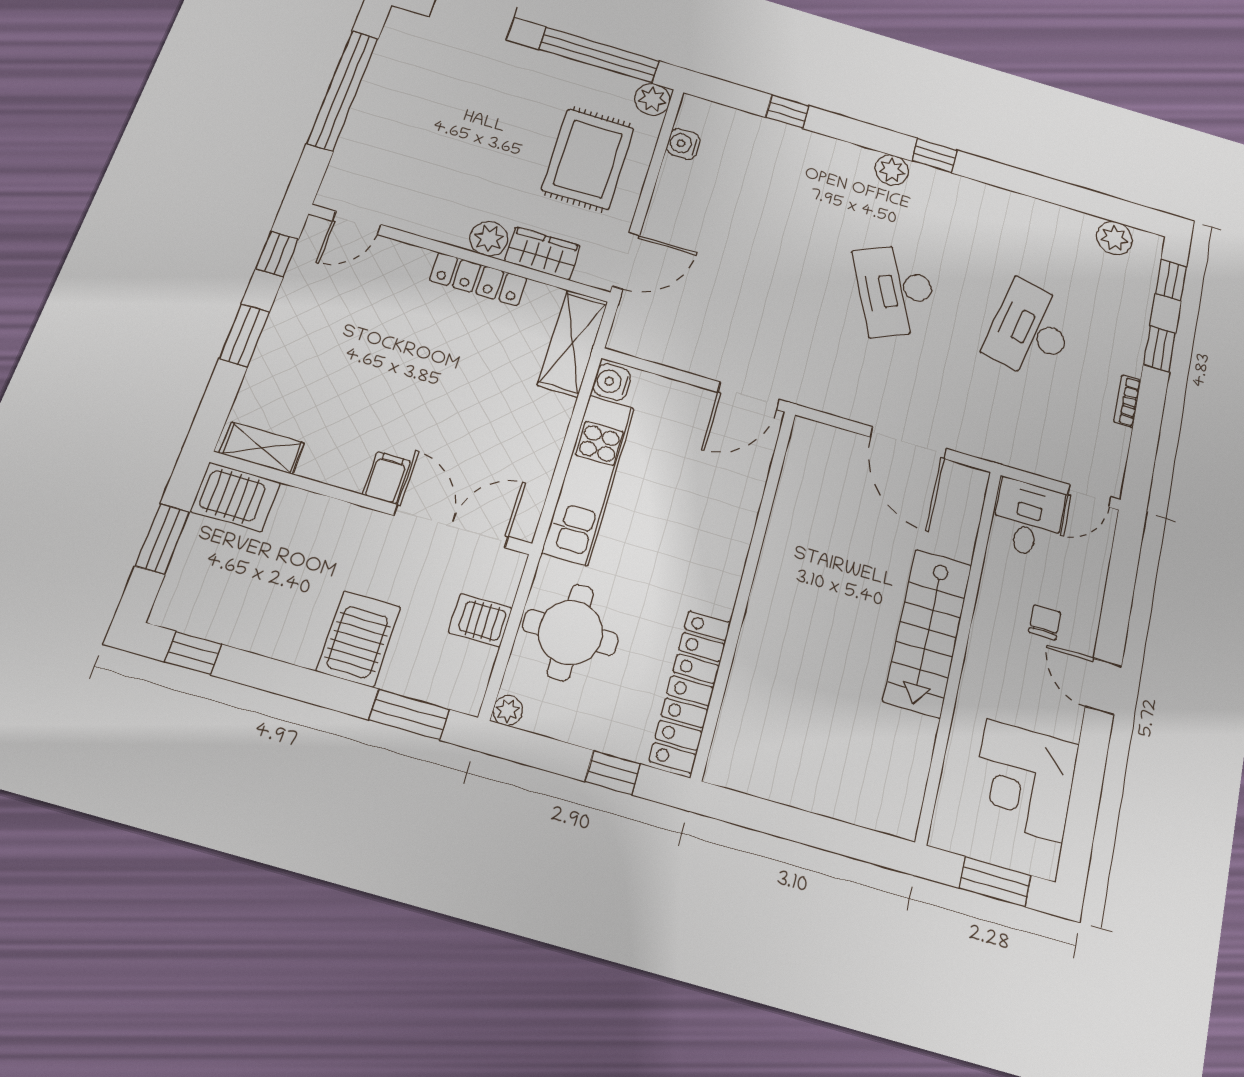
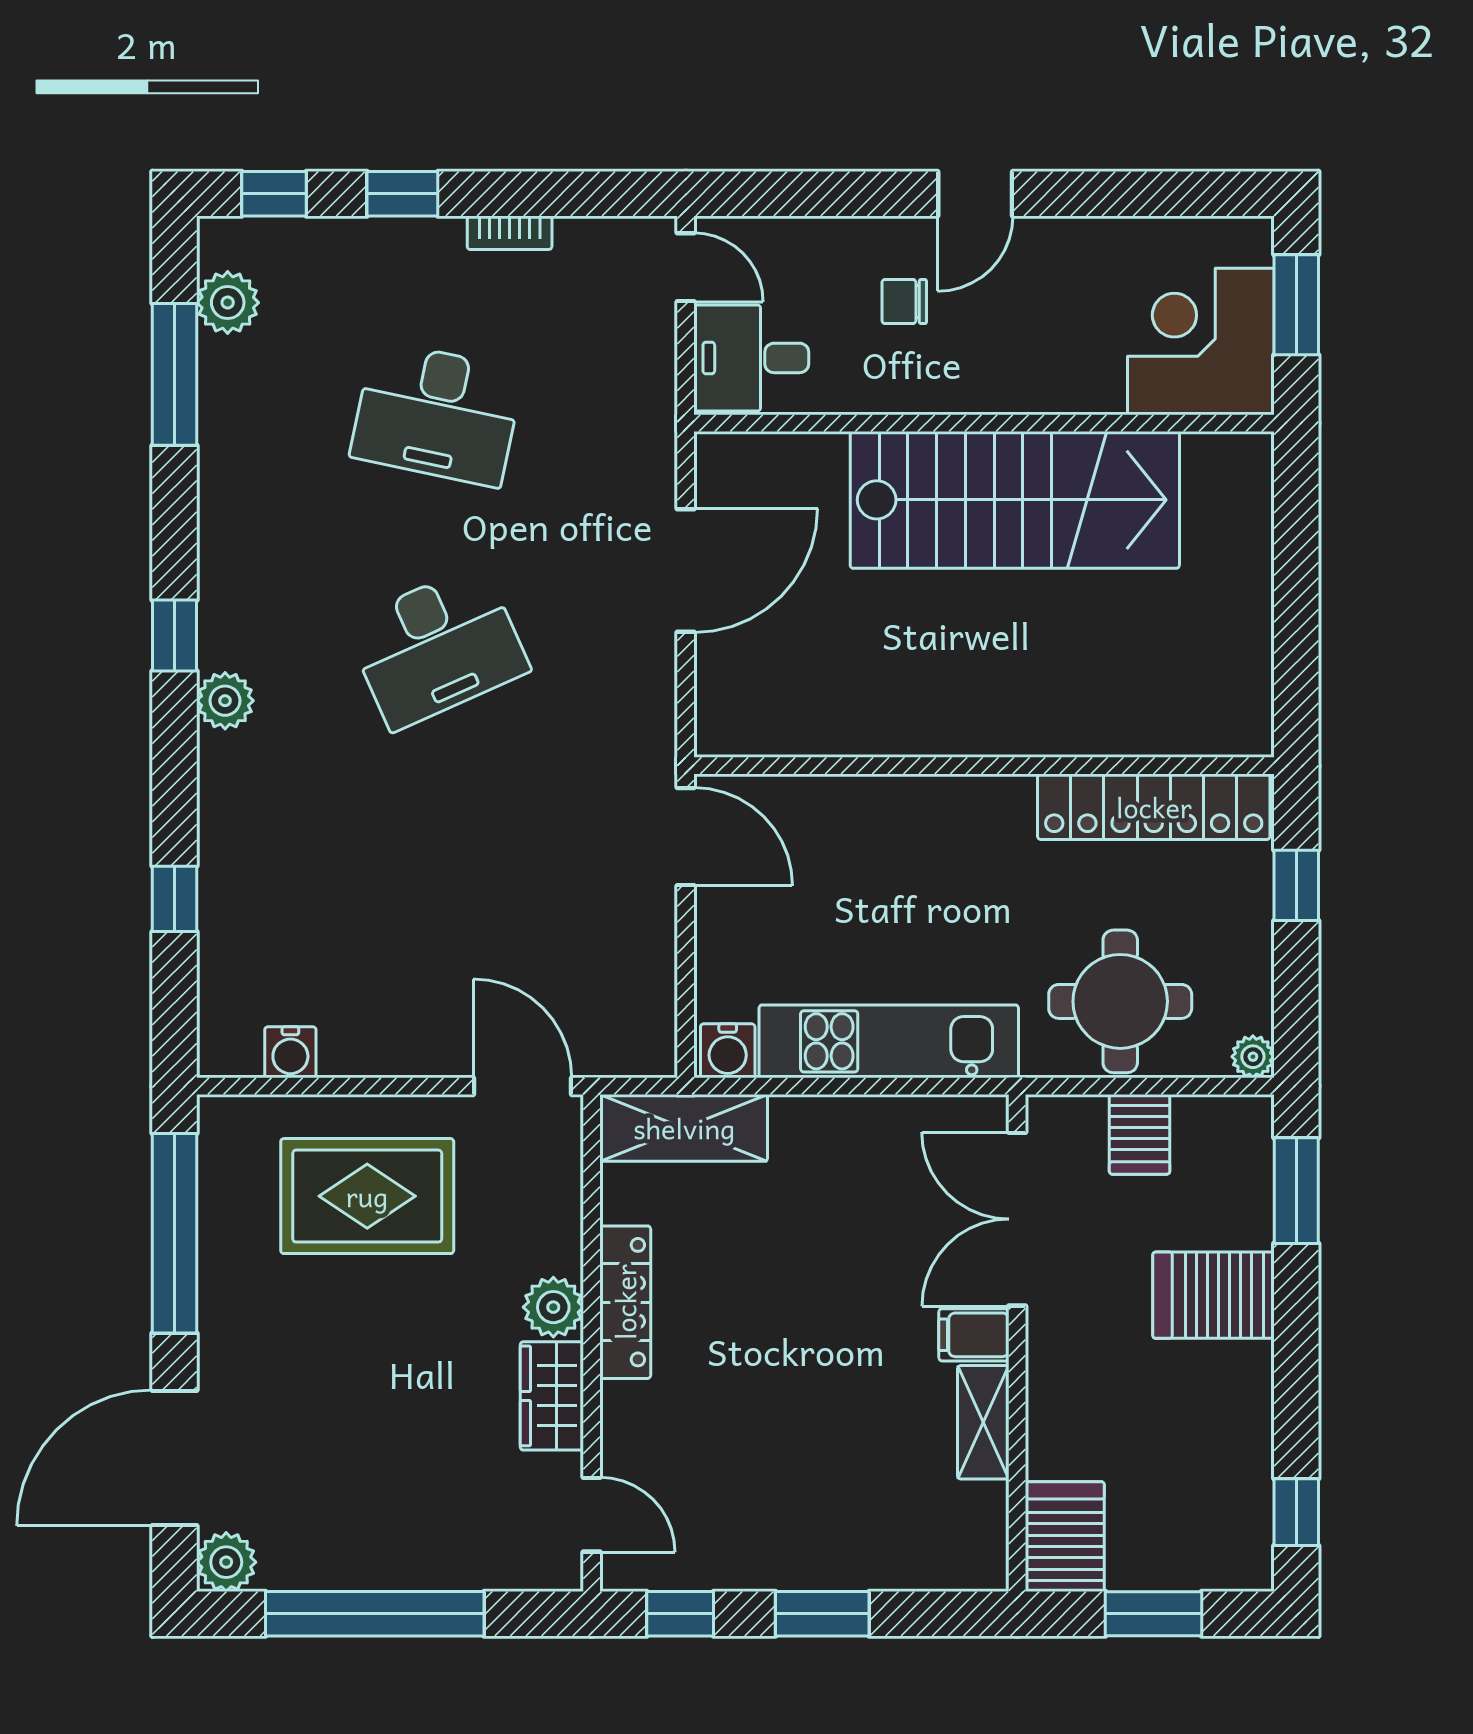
plant: (652, 99) -> (226, 1562), moved
window: (1080, 199) -> (174, 374), added
wardrobe: (542, 253) -> (552, 1396), moved
shelving: (262, 448) -> (983, 1422), moved
stairs: (928, 633) -> (1015, 500), width x1.36, depth x1.51
corner desk: (1024, 780) -> (1201, 341), moved, turned 180

